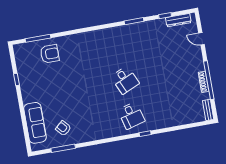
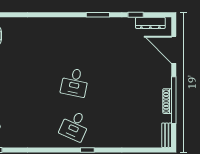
door: (201, 39) -> (174, 50), width x1.88
desk: (125, 80) -> (75, 82), turned 36
desk: (131, 116) -> (75, 126), turned 39

